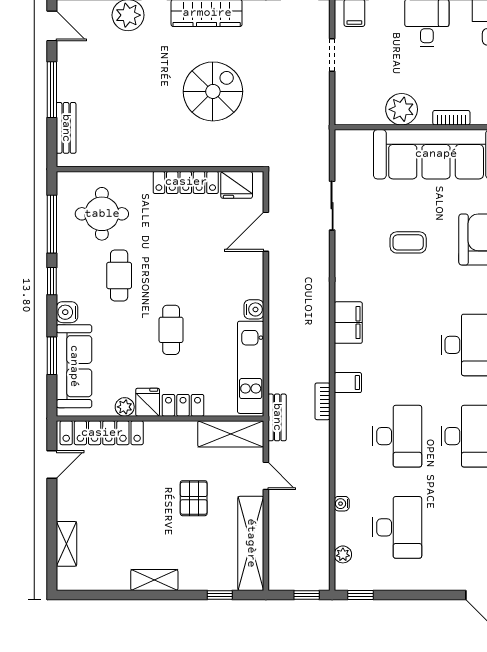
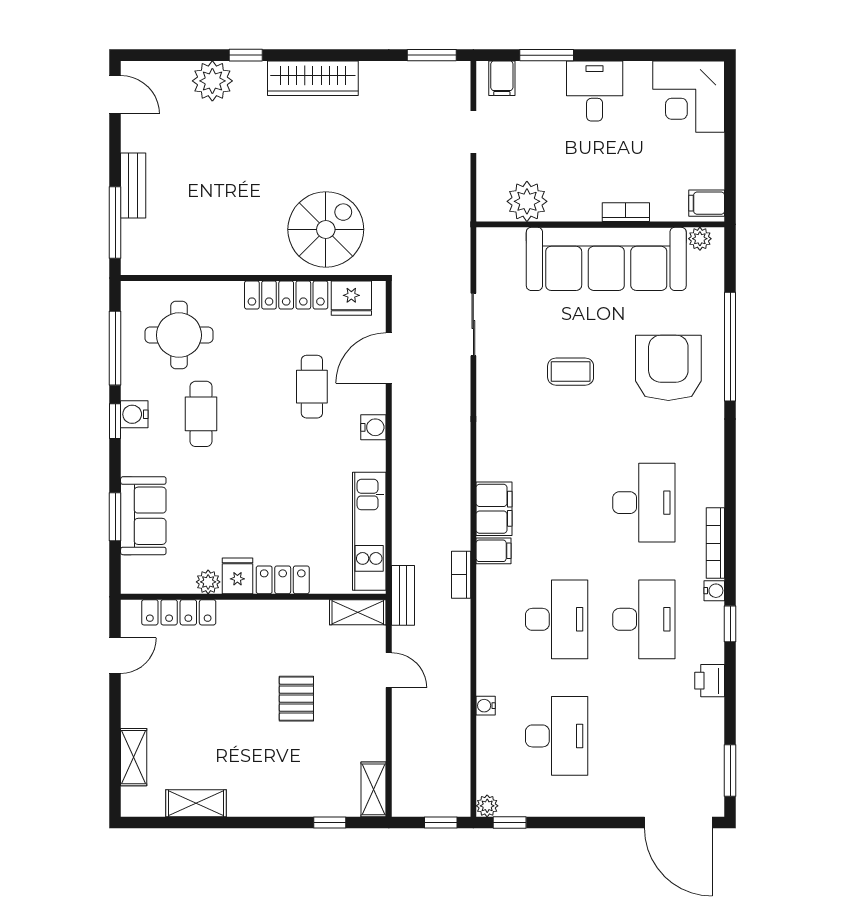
window: (52, 90) -> (115, 223), moved
spiral stairs: (213, 91) -> (326, 229), moved
plant: (402, 109) -> (527, 201), moved
bench: (66, 128) -> (133, 186), moved
water cooler: (254, 309) -> (373, 427), moved
water cooler: (67, 312) -> (134, 414), moved
filing cabinet: (348, 323) -> (494, 509), moved
cafe table: (171, 330) -> (312, 387), moved
sofa: (74, 366) -> (143, 516), width x0.73
locker: (102, 433) -> (179, 612), width x0.71, depth x0.83
shelving: (231, 434) -> (358, 612), width x0.67, depth x0.75
shelving: (251, 543) -> (374, 789), width x0.45, depth x0.75
plant: (343, 554) -> (487, 806), moved
shelving: (154, 580) -> (196, 803), moved

